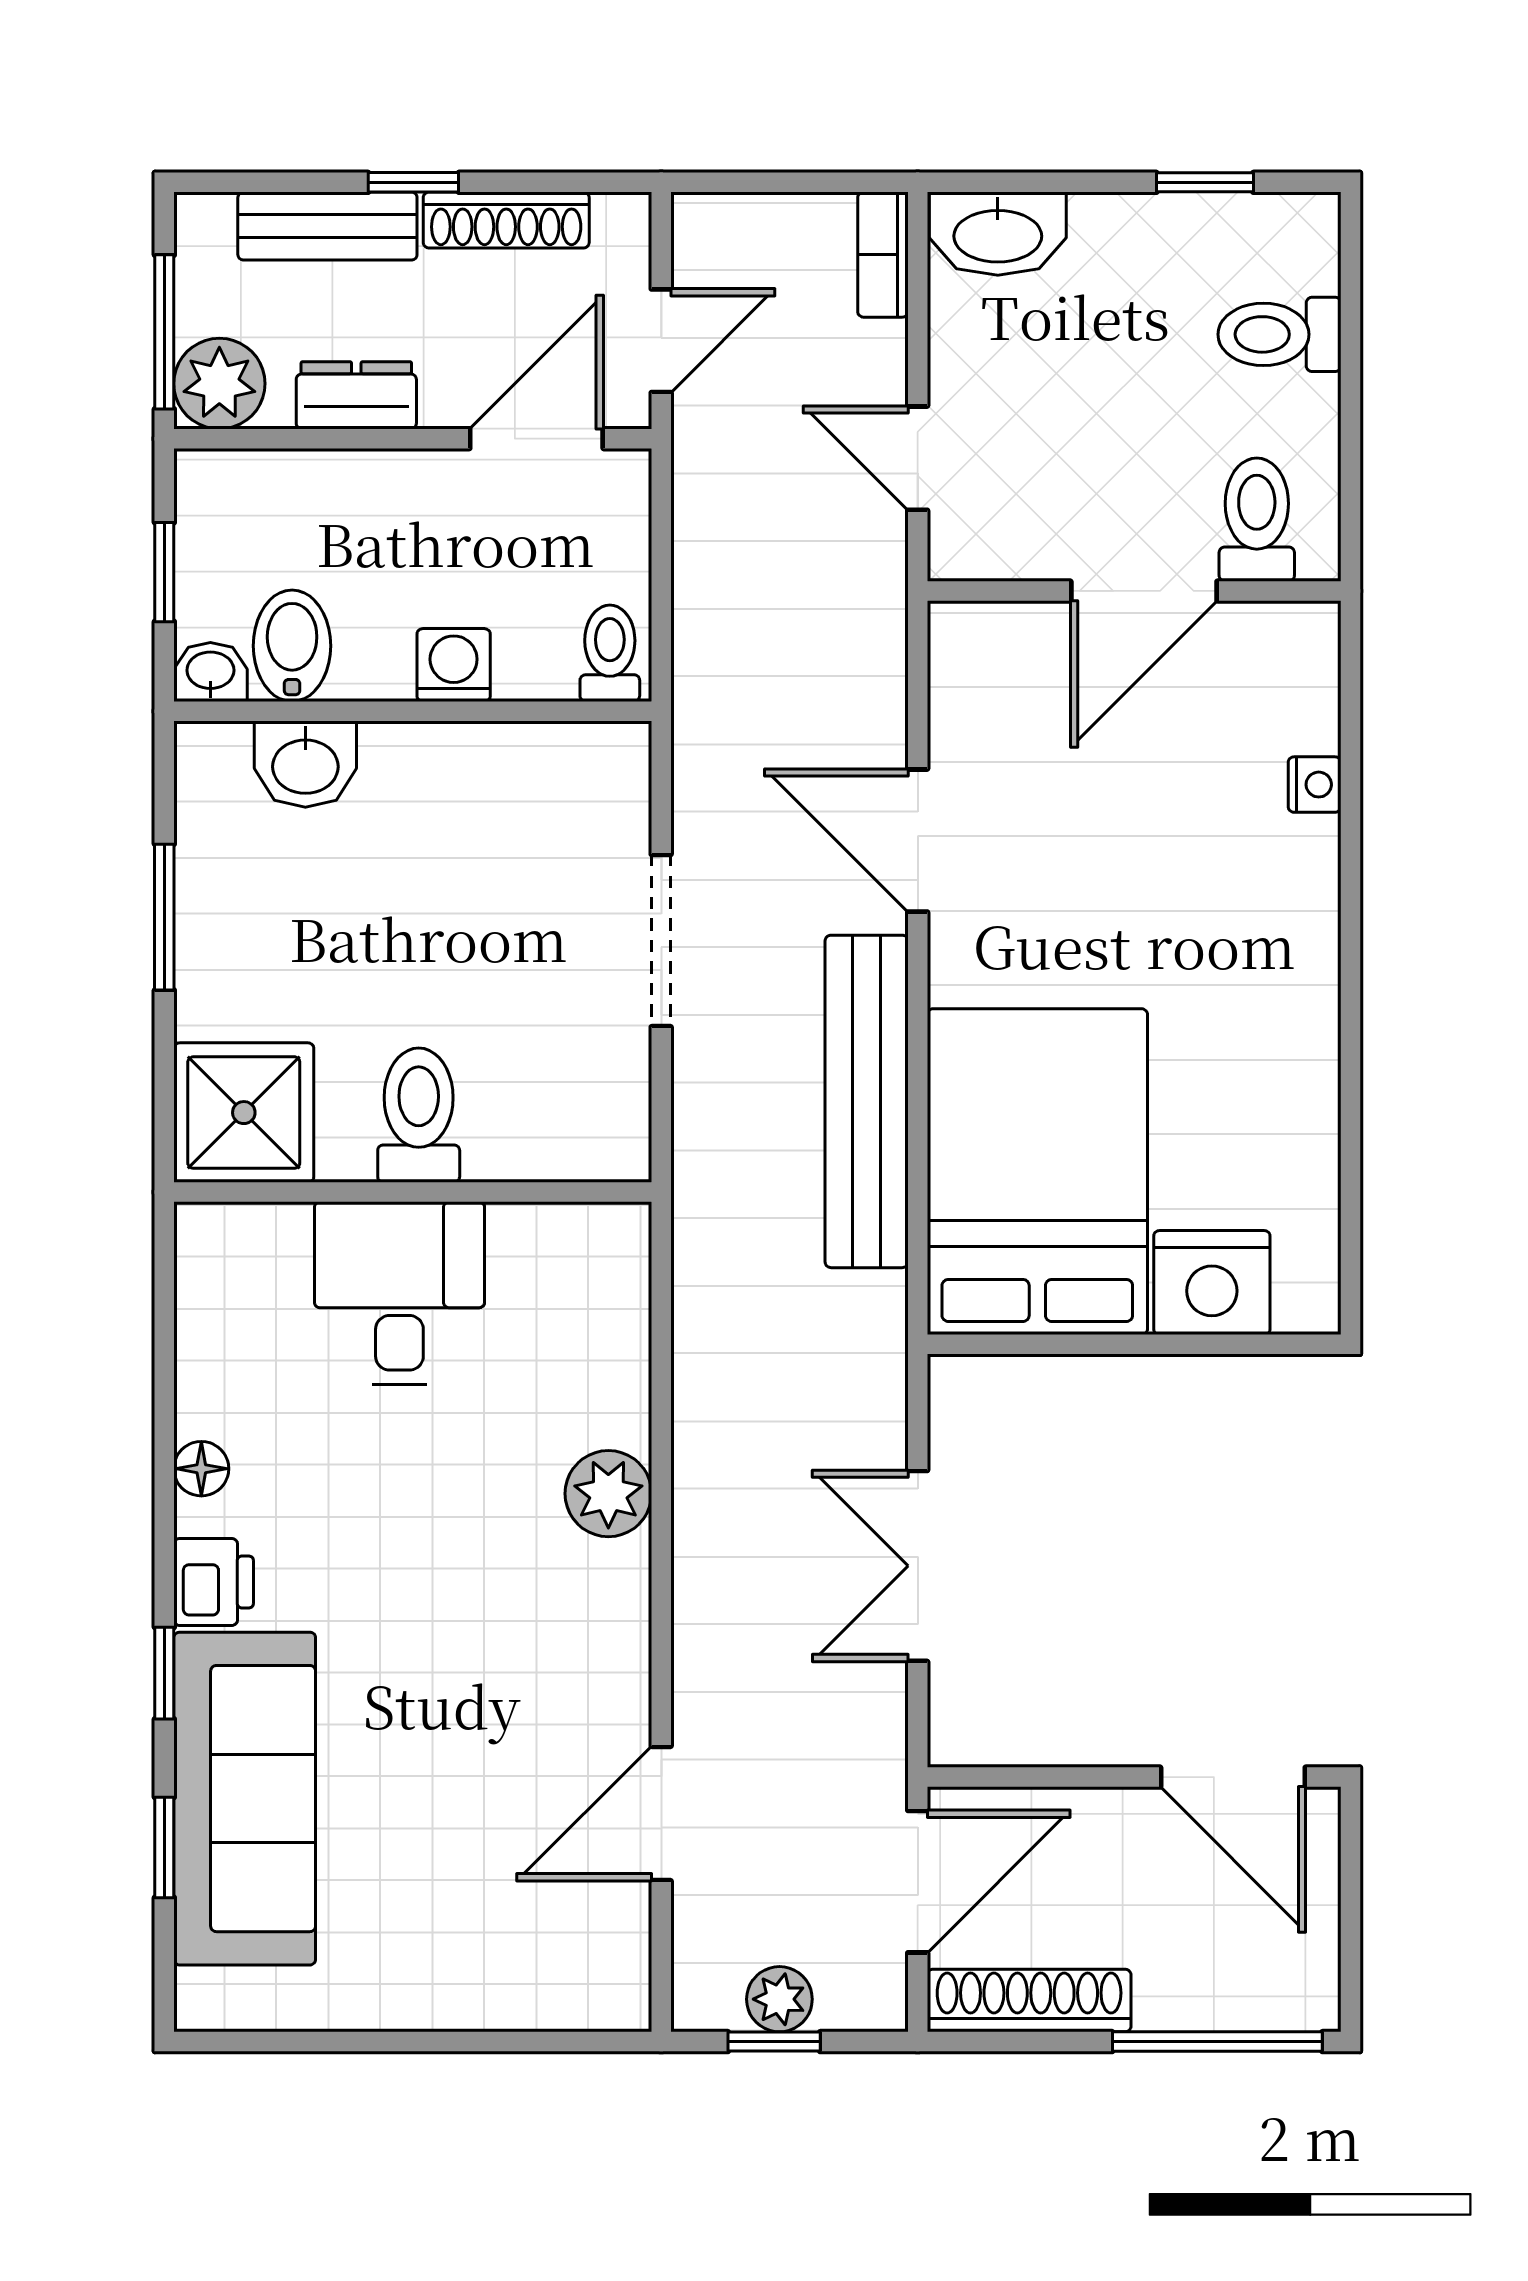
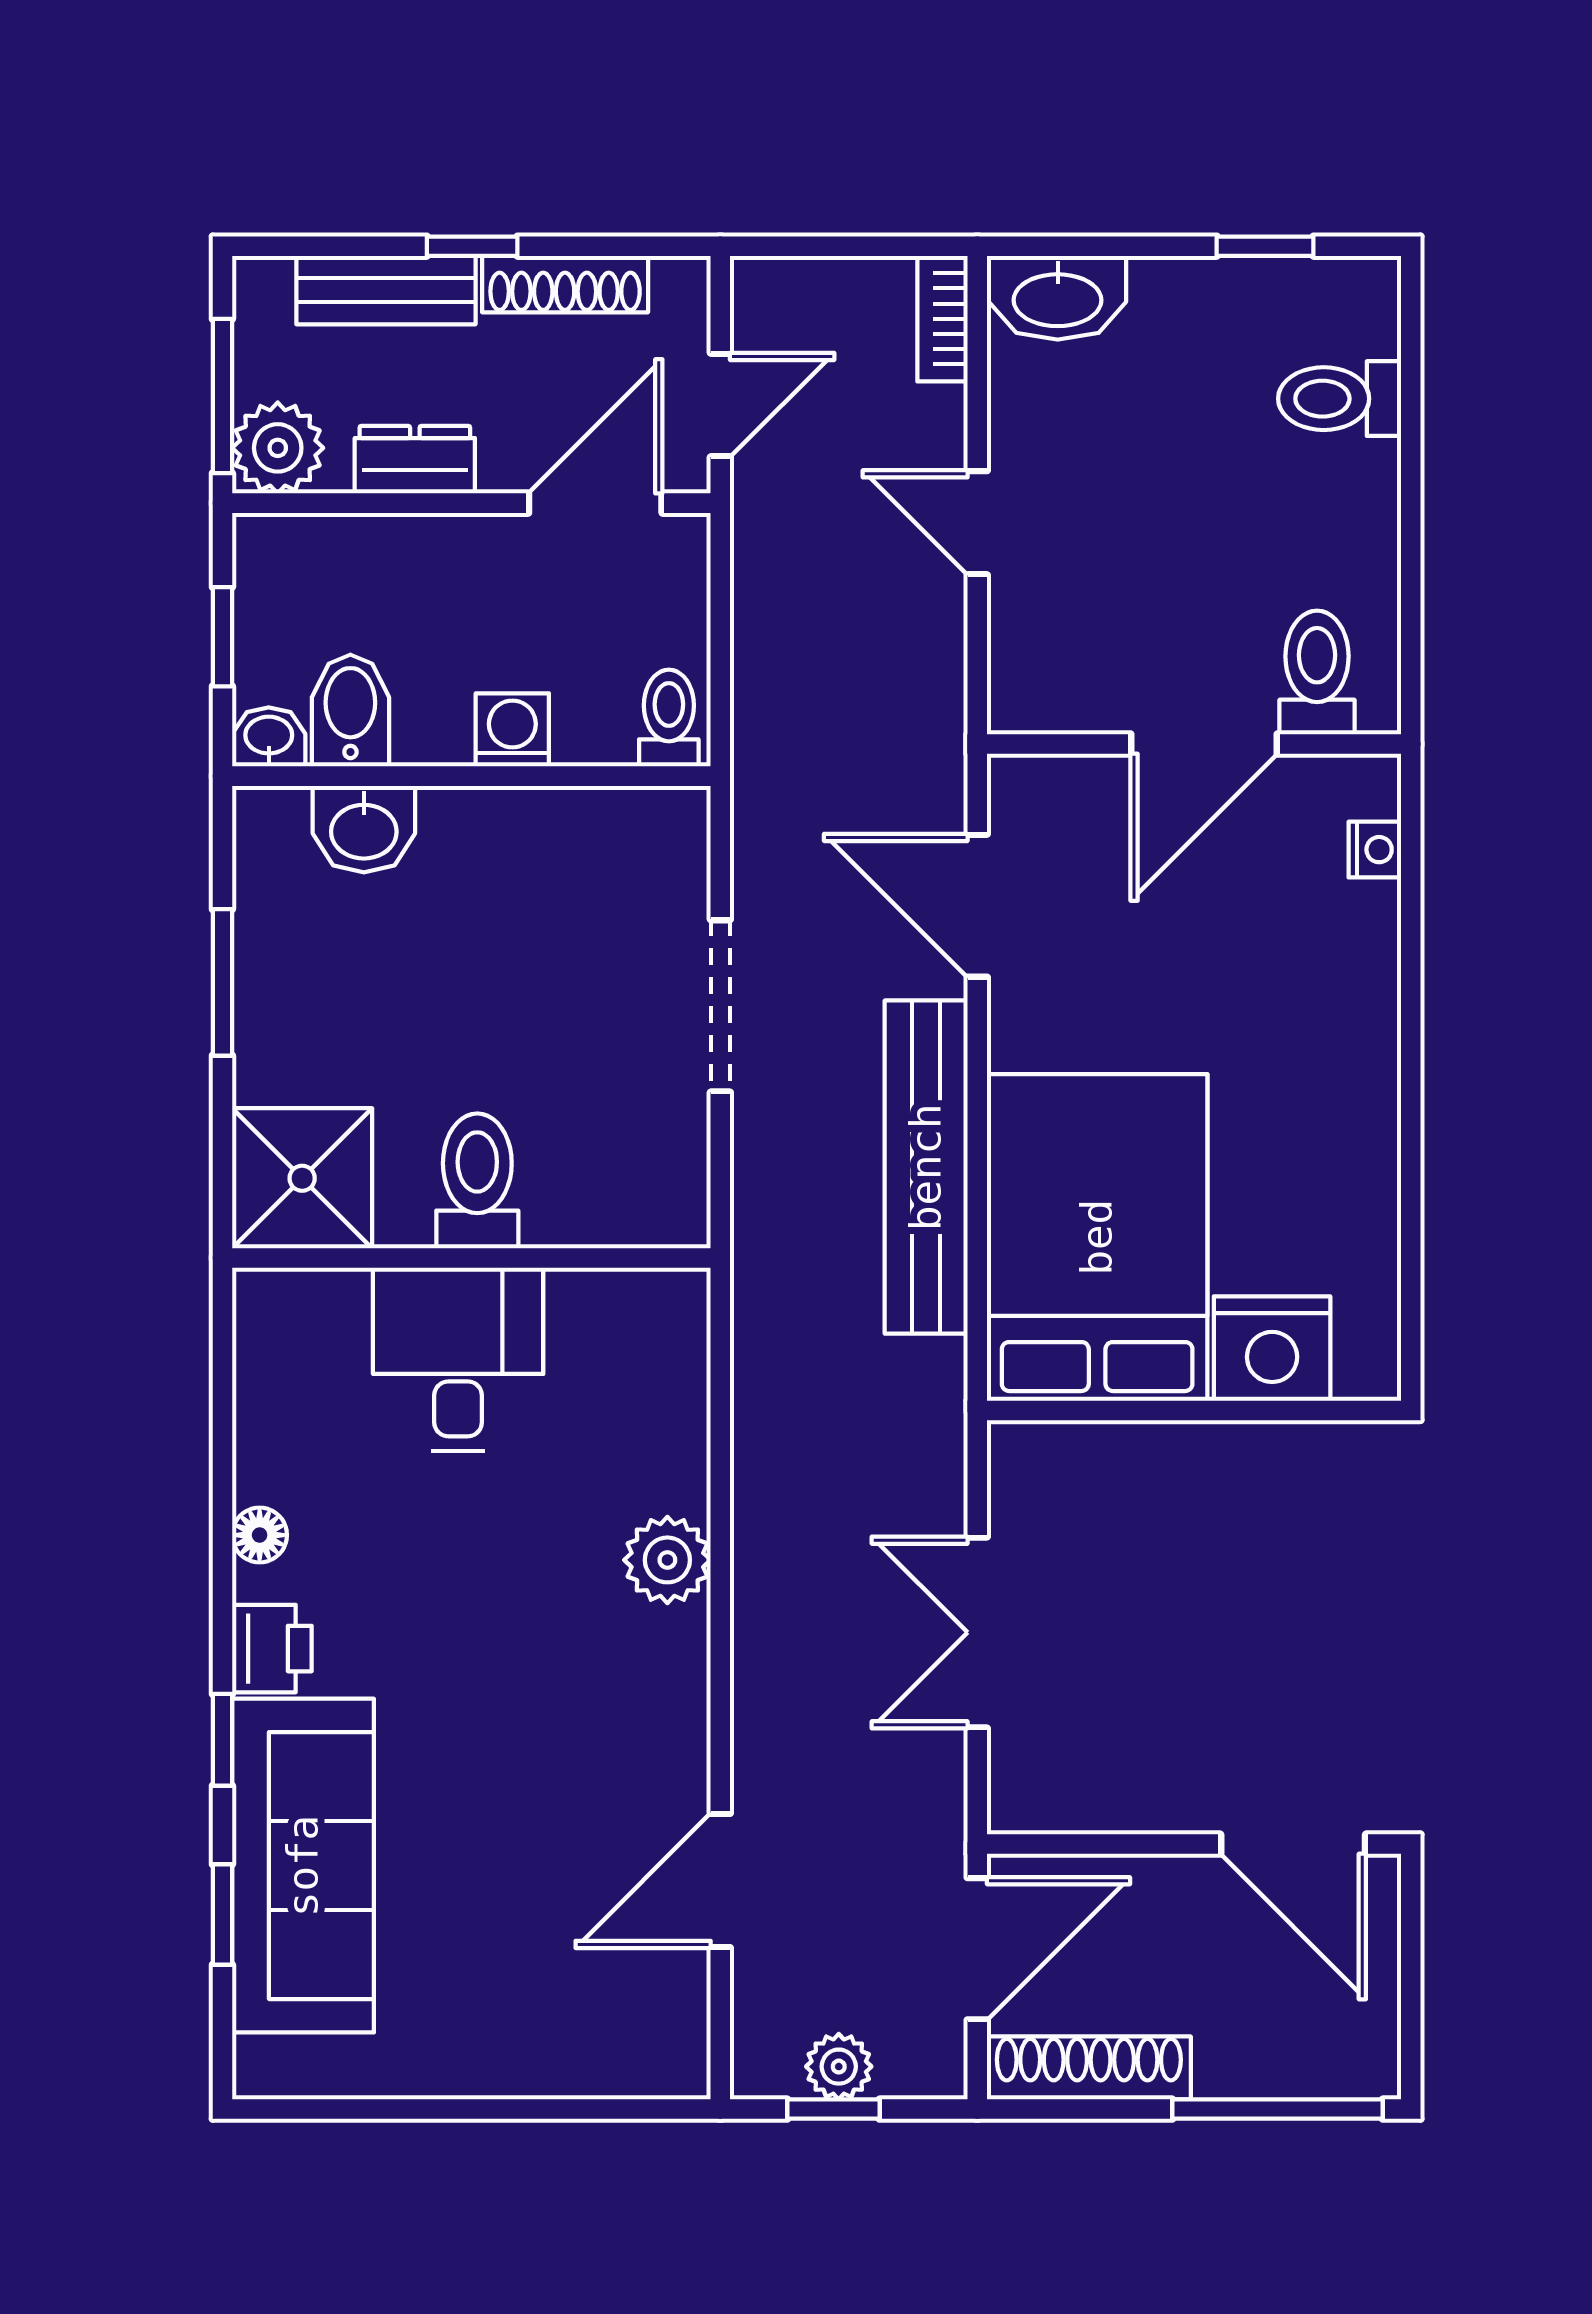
toilet: (1257, 520) -> (1317, 672), moved
wall: (1134, 591) -> (1194, 744), moved
door: (1144, 591) -> (1204, 744), moved

